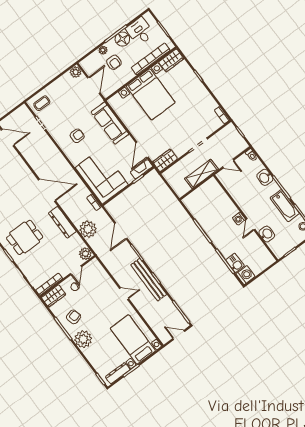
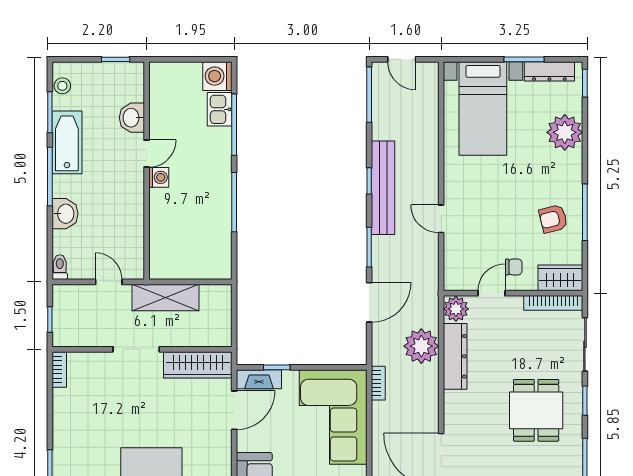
wardrobe: (165, 160) -> (198, 365), width x1.50
dresser: (62, 222) -> (455, 356), moved
dining table: (25, 237) -> (536, 410), turned 90
door: (124, 294) -> (441, 219), moved
plant: (83, 339) -> (565, 132), moved

